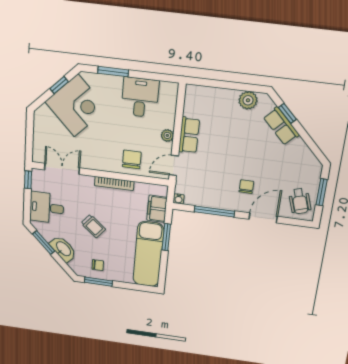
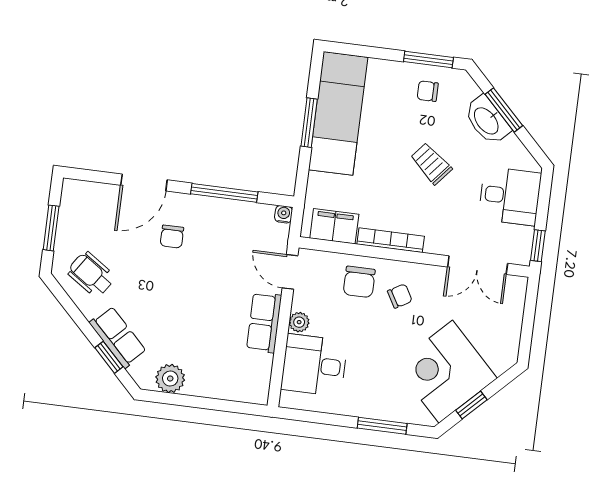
desk: (140, 97) -> (314, 365), moved, turned 90
chair: (107, 151) -> (400, 296), added
door: (174, 165) -> (290, 272), swing flipped
wheelchair: (300, 201) -> (91, 274), moved, turned -38
filing cabinet: (157, 209) -> (334, 226), moved, turned -90
window: (166, 237) -> (309, 123), moved
window: (44, 243) -> (504, 110), moved

